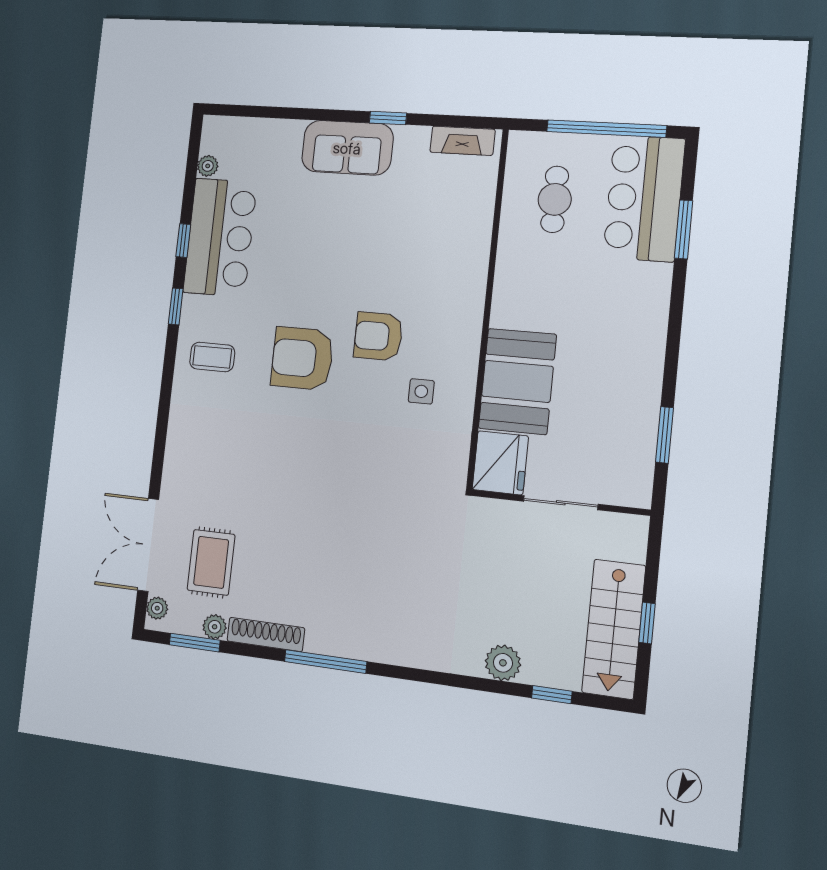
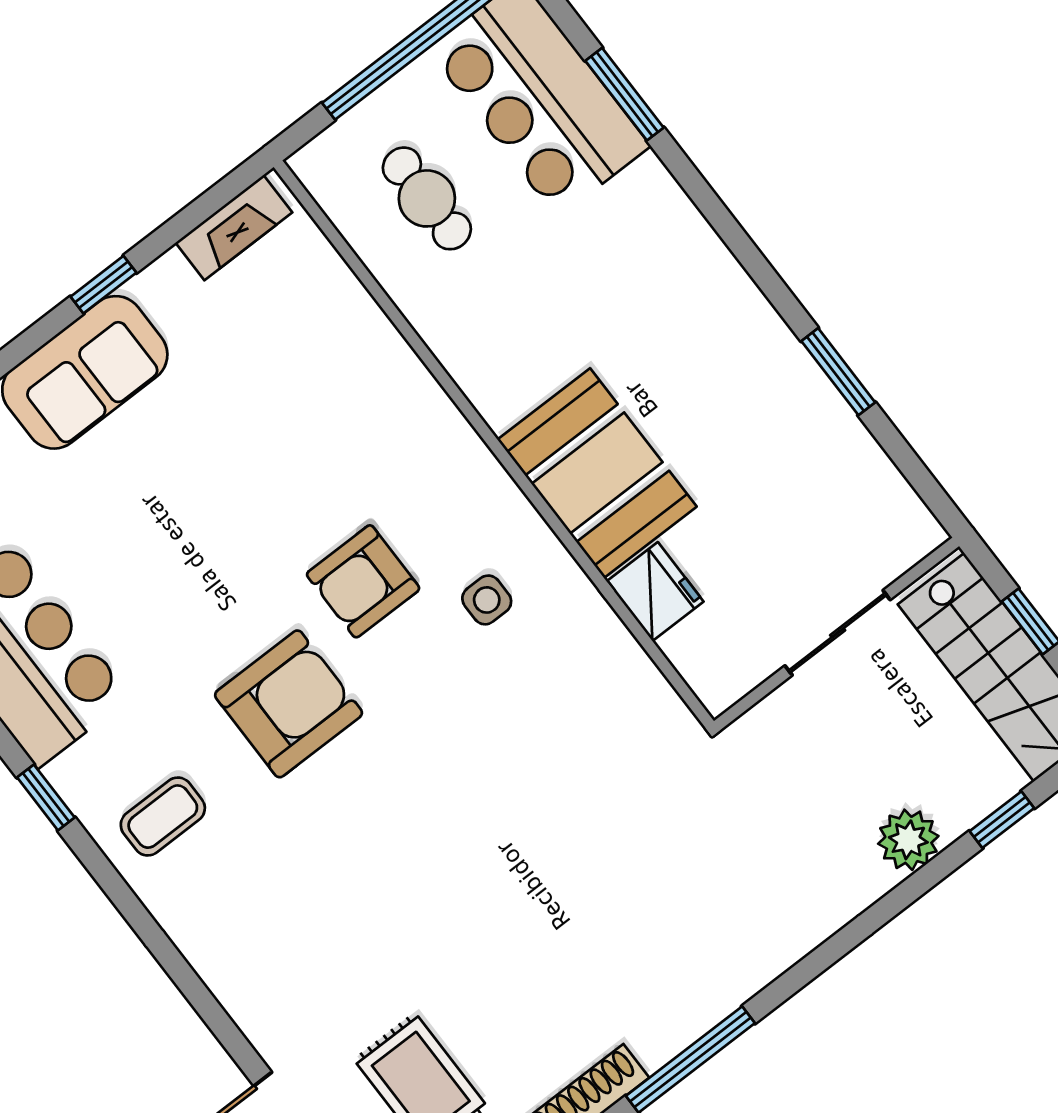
armchair: (302, 358) -> (289, 704), turned 180
fridge: (500, 463) -> (655, 592), width x0.73, depth x0.75
wall: (560, 503) -> (837, 634), moved
sliding door: (561, 503) -> (838, 633), moved

